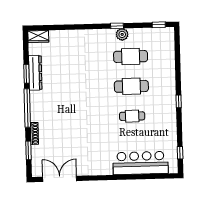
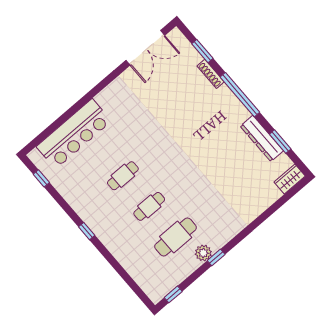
window: (26, 74) -> (280, 142), moved
cafe table: (131, 86) -> (149, 206), width x0.73, depth x0.74

